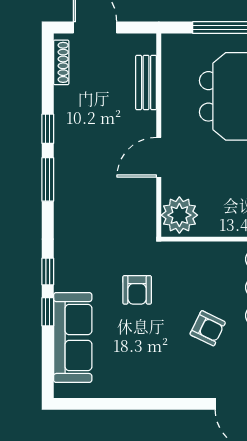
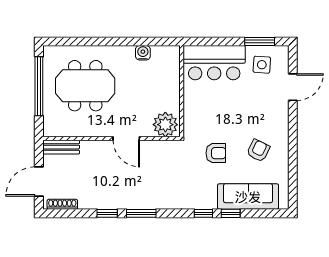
bench: (146, 82) -> (61, 147), moved
armchair: (208, 328) -> (258, 151), moved

